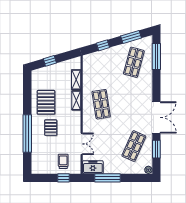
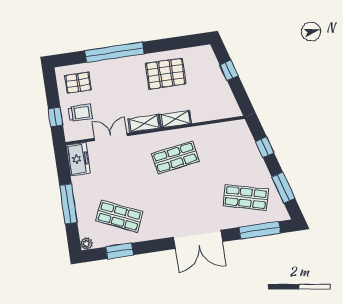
shelving: (76, 80) -> (144, 123), moved
double door: (156, 117) -> (198, 239), moved
pallet: (51, 128) -> (78, 83), moved
double door: (82, 144) -> (111, 137), swing flipped
window: (107, 178) -> (68, 204), moved

